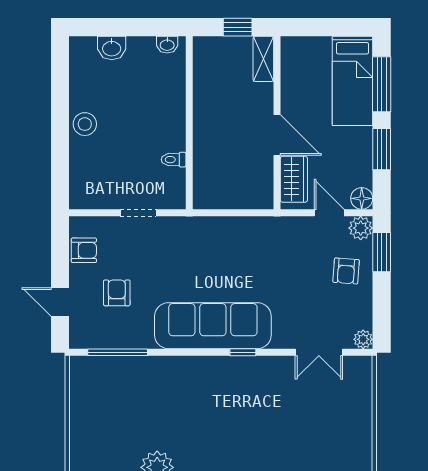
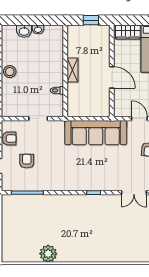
washbasin: (167, 45) -> (38, 29), moved
shelving: (263, 59) -> (72, 70), moved
wardrobe: (294, 179) -> (128, 32), moved, turned 90
sofa: (213, 326) -> (96, 133), moved, turned 180

